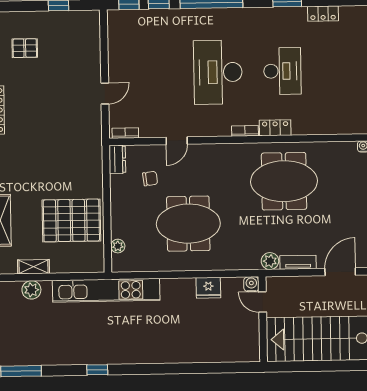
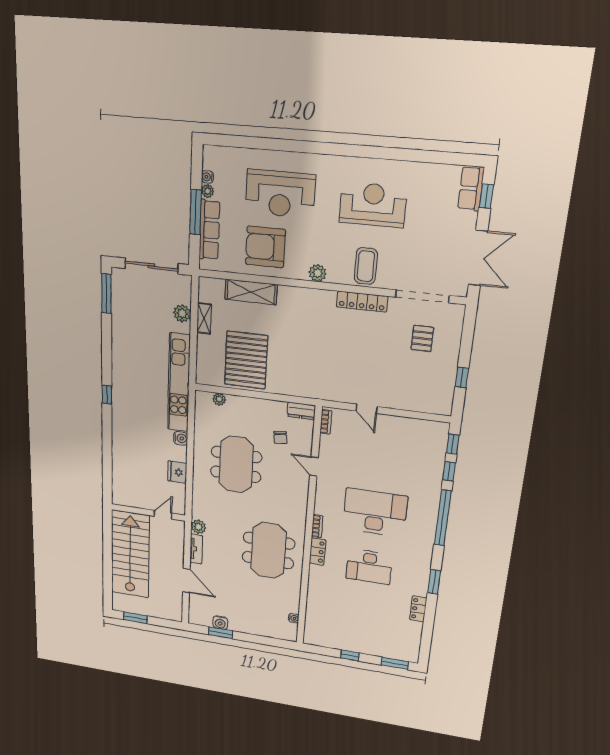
water cooler: (251, 284) -> (181, 438), moved
window: (97, 370) -> (107, 395), moved

